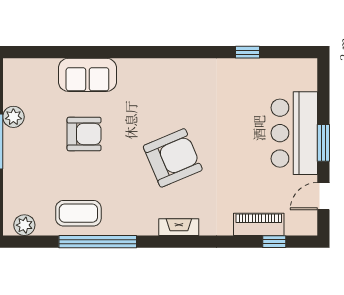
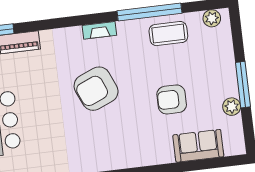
sofa: (87, 75) -> (198, 146), moved
fireplace: (179, 227) -> (99, 30), moved

